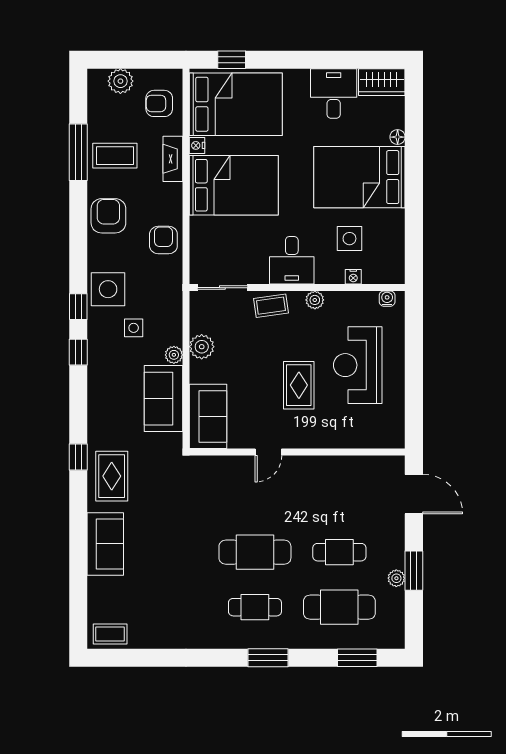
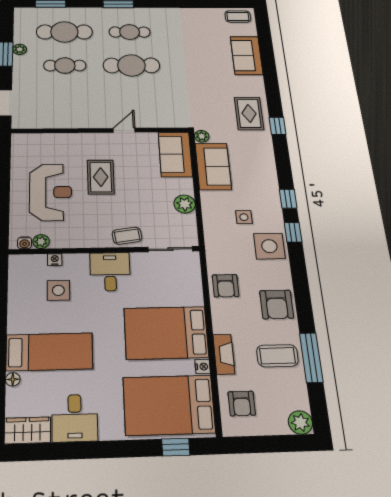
plant: (120, 81) -> (300, 422), moved
armchair: (159, 103) -> (242, 403), turned 90
bed: (359, 177) -> (49, 352), width x0.67
plant: (315, 300) -> (41, 242), moved
plant: (174, 355) -> (202, 136), moved
sofa: (105, 544) -> (247, 56), moved

